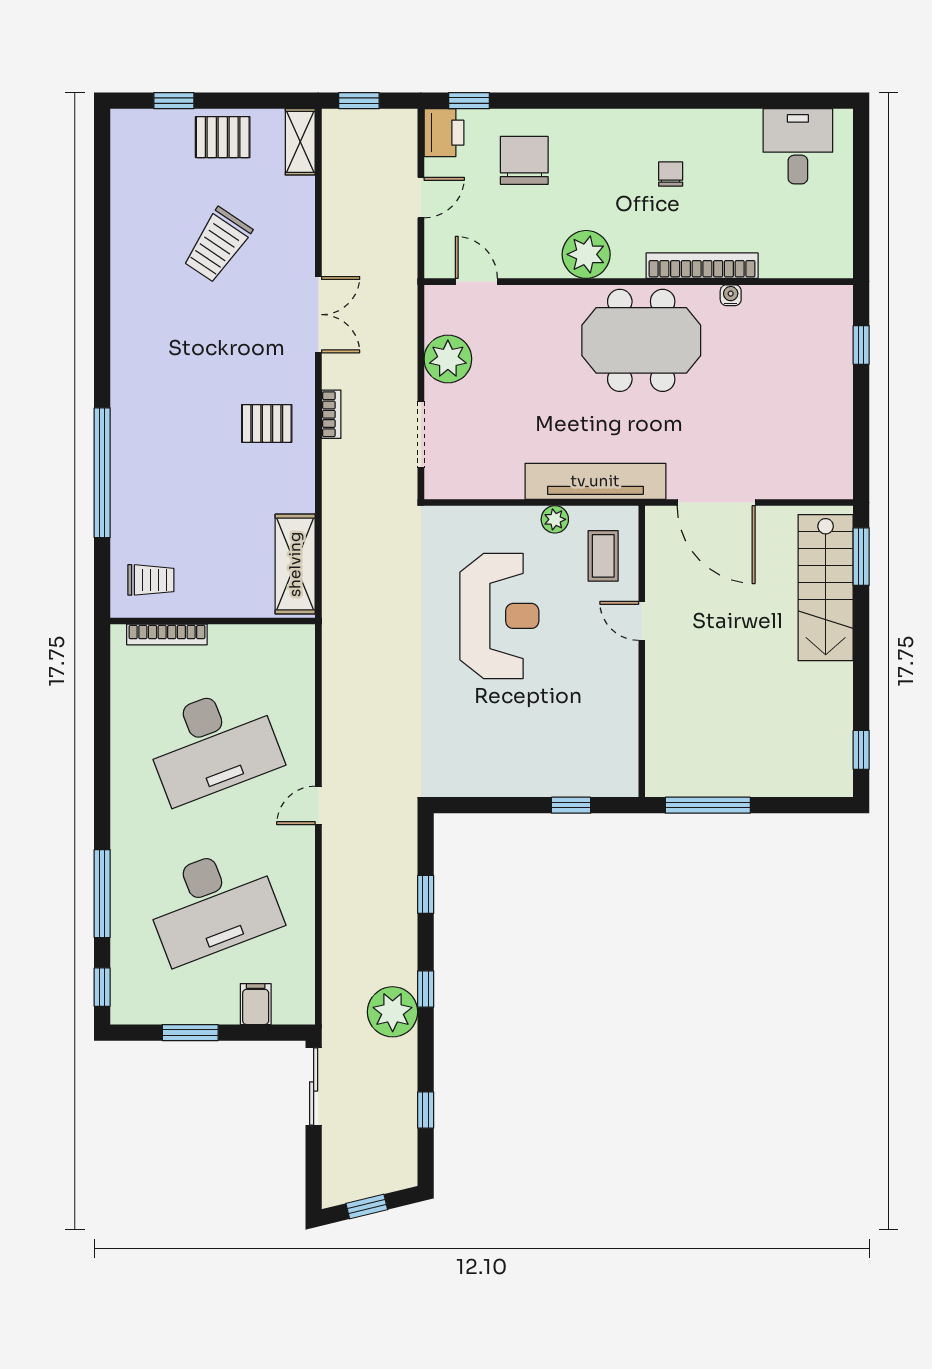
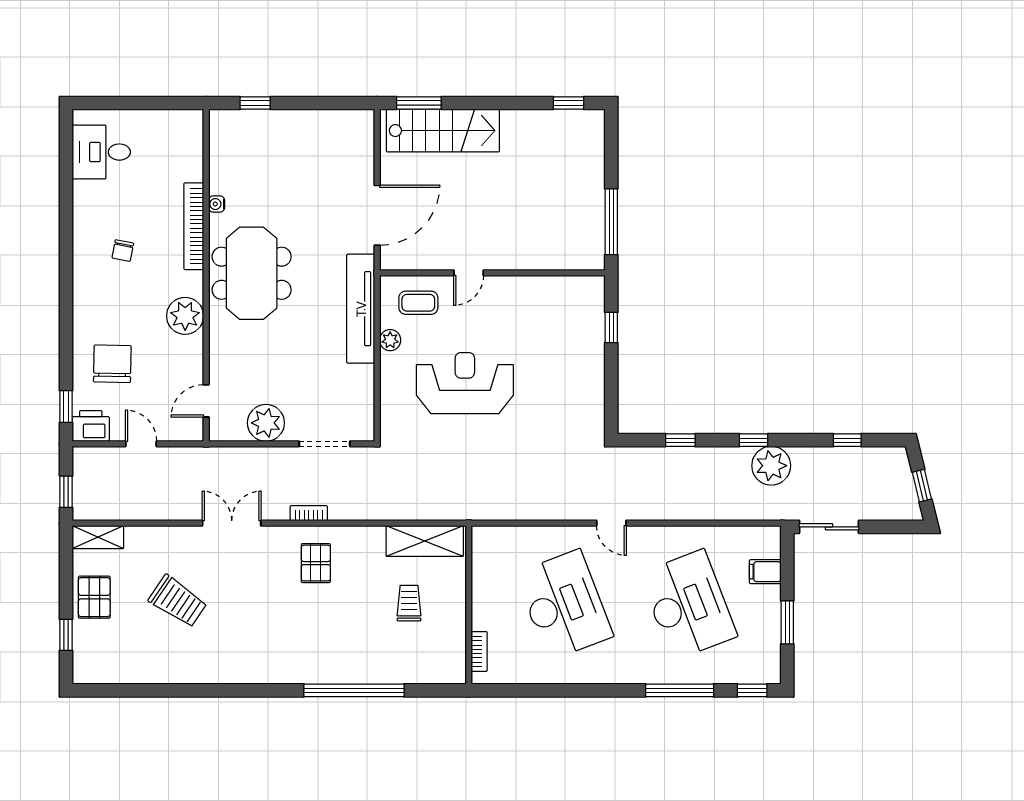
chair: (524, 160) -> (112, 364), turned 91
chair: (671, 174) -> (123, 251), turned -79
trolley: (151, 580) -> (409, 603), moved
bookcase: (167, 635) -> (479, 652), width x0.64

